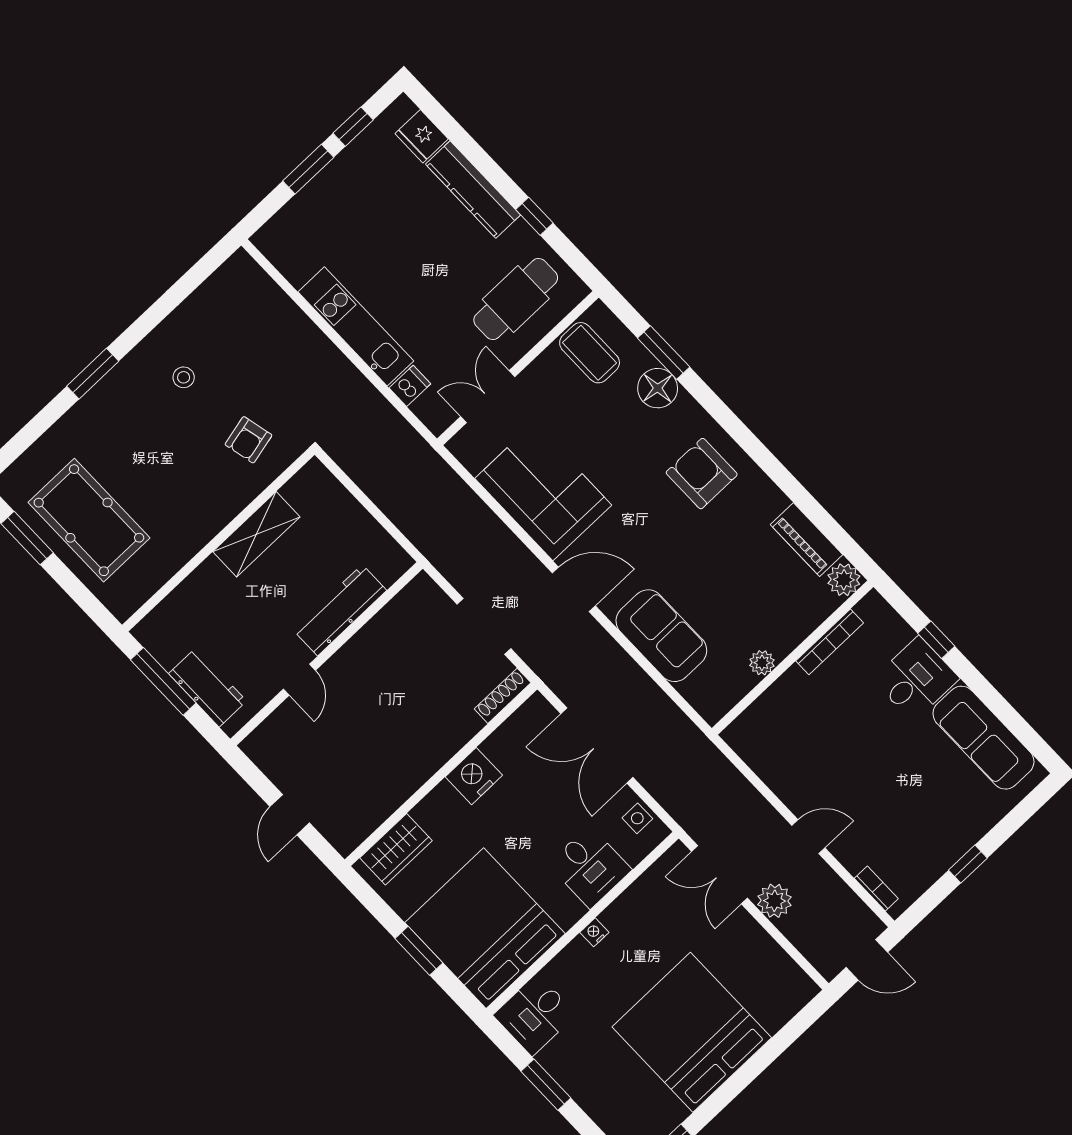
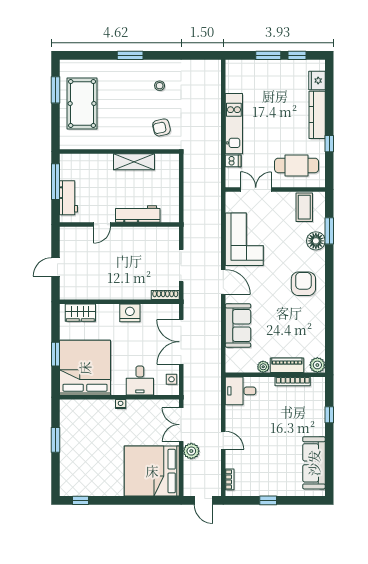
piano: (807, 540) -> (287, 365), moved, turned 90
desk: (916, 679) -> (240, 391), moved, turned 180
desk: (535, 1015) -> (74, 413), removed
bed: (692, 1032) -> (152, 471), moved, turned -90

